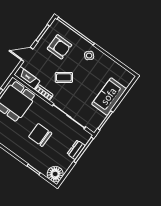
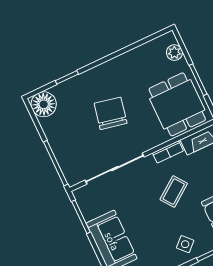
chair: (40, 135) -> (111, 113), turned -78
dresser: (76, 150) -> (62, 153), removed

